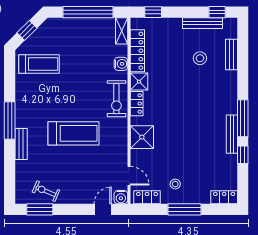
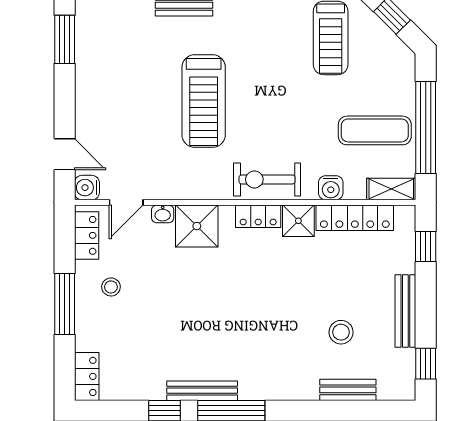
bench: (202, 23) -> (405, 311), moved
exercise mat: (90, 40) -> (375, 130), added
washbasin: (135, 156) -> (163, 214), added
exercise bike: (46, 191) -> (98, 51), removed

